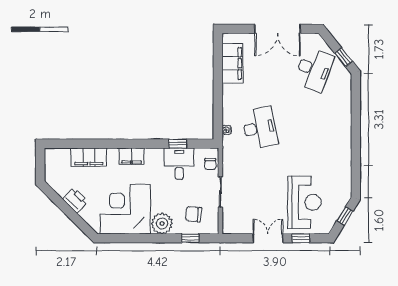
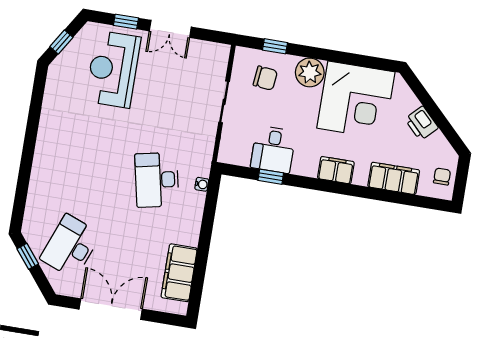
chair: (210, 164) -> (442, 177), moved

